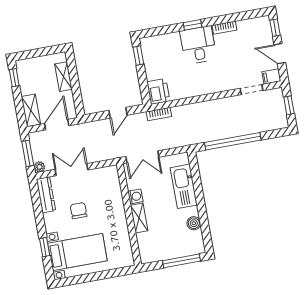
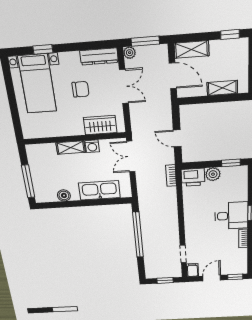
plant: (153, 72) -> (213, 174), added
wardrobe: (112, 190) -> (100, 125), added

